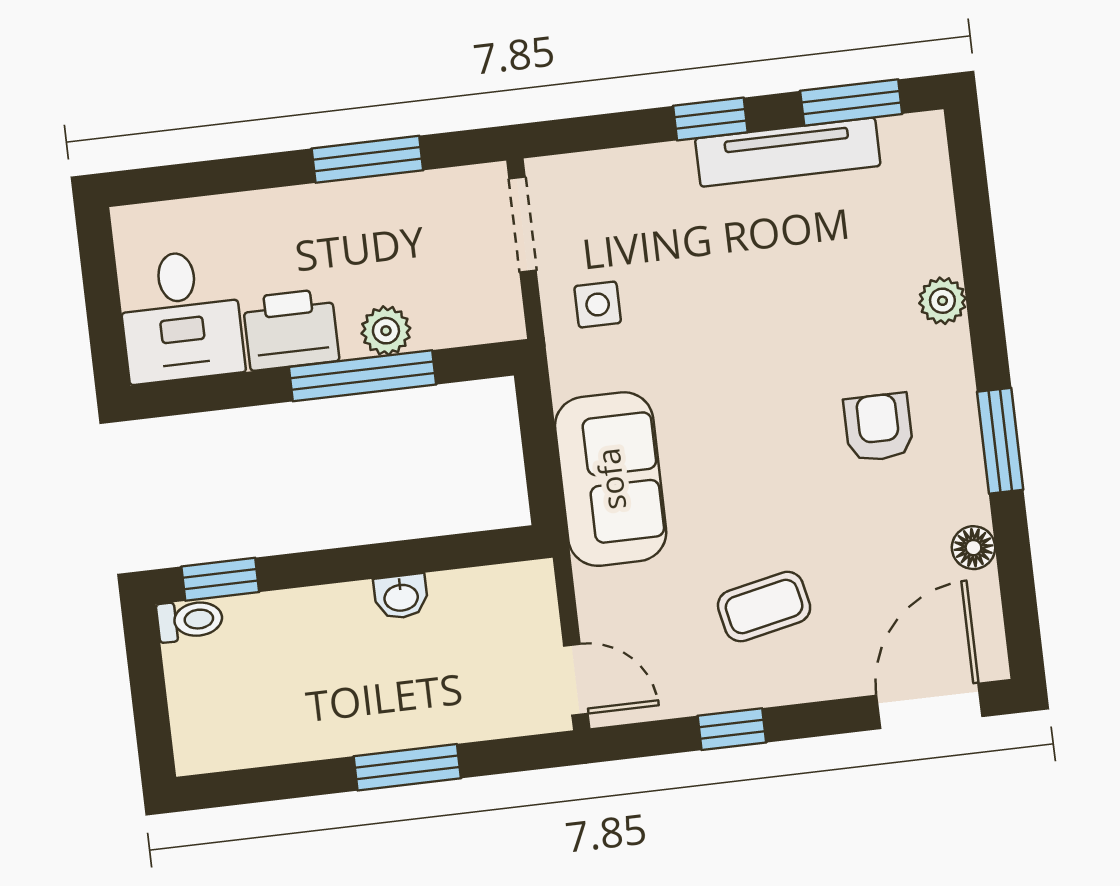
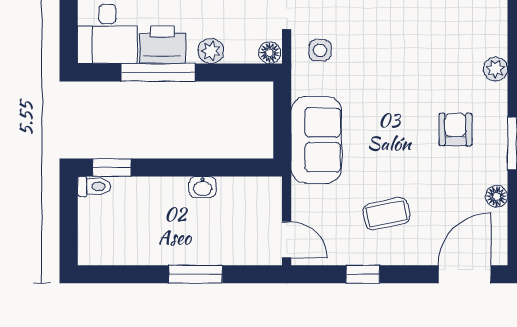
floor lamp: (501, 321) -> (270, 53), added
window: (362, 376) -> (158, 72), moved

